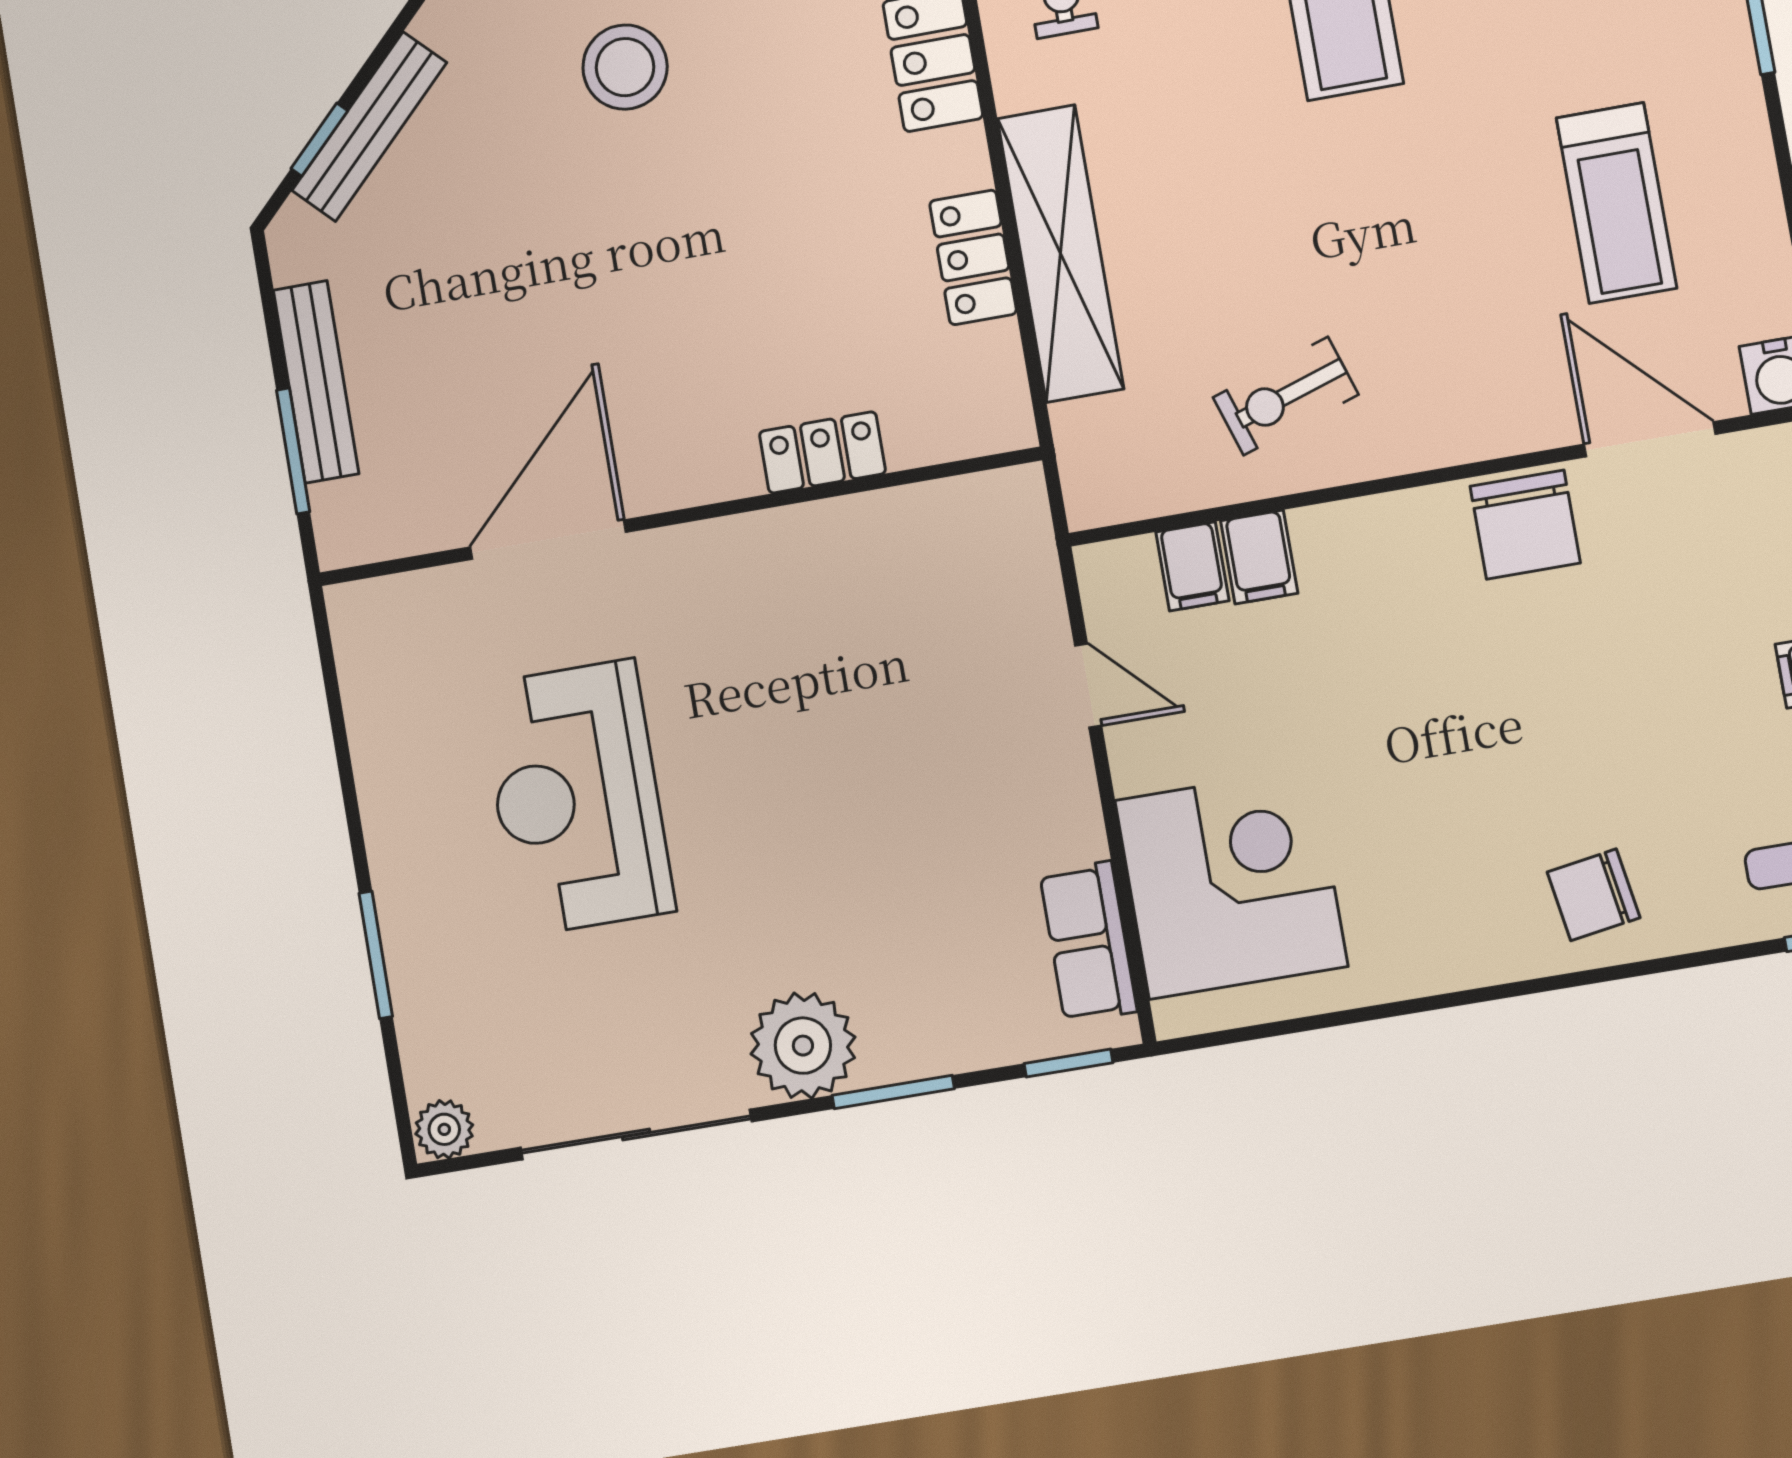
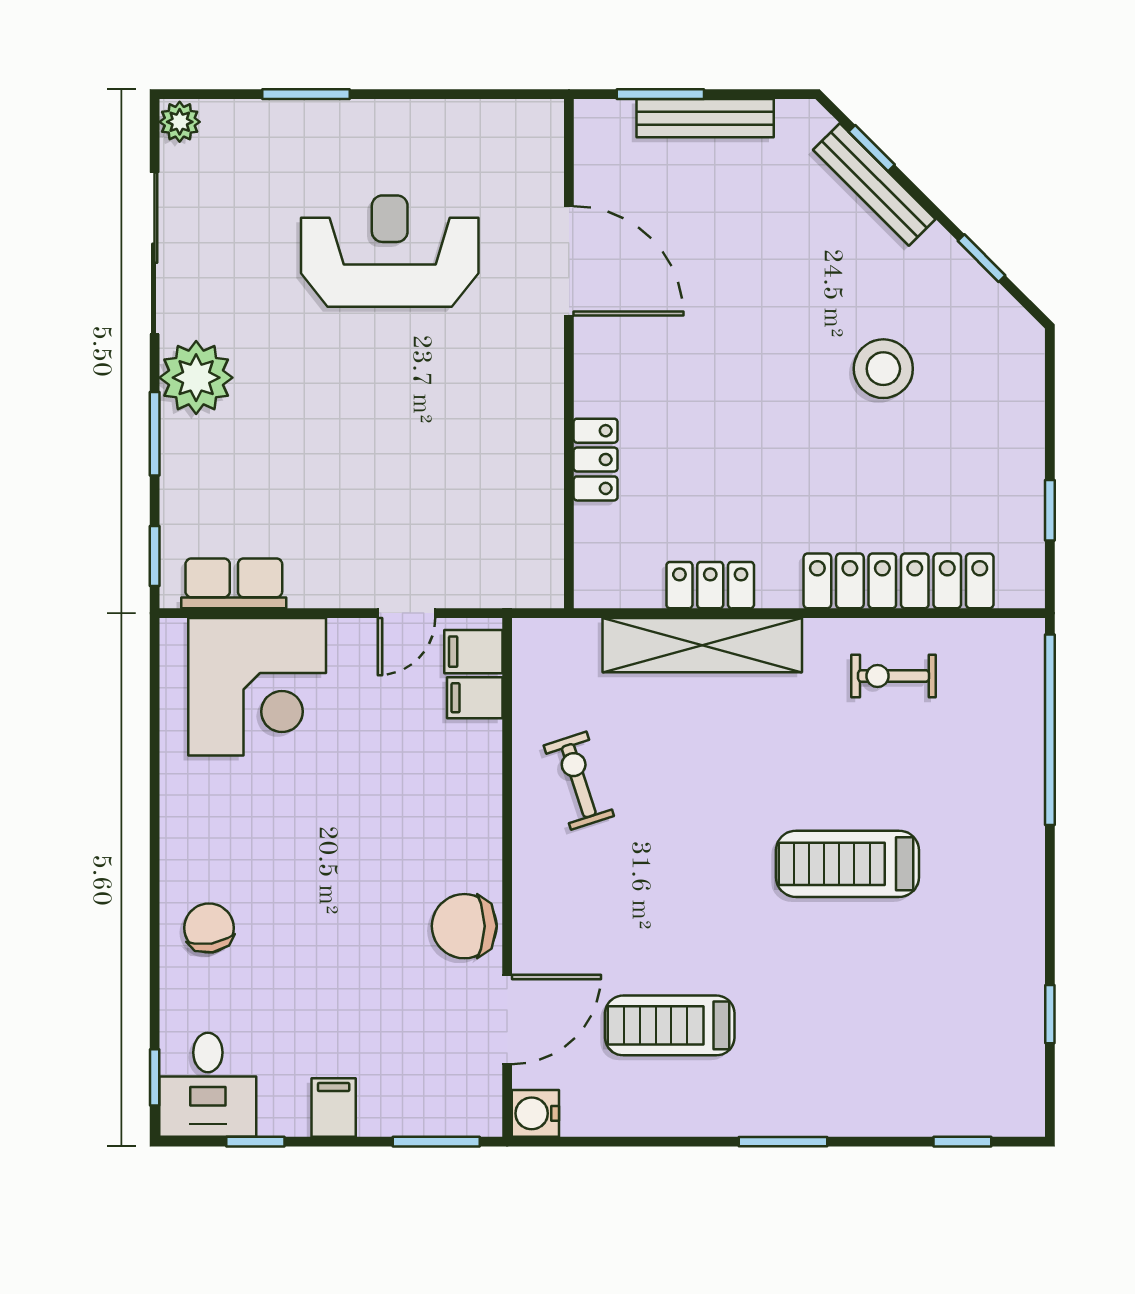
filing cabinet: (1259, 557) -> (473, 652), moved

